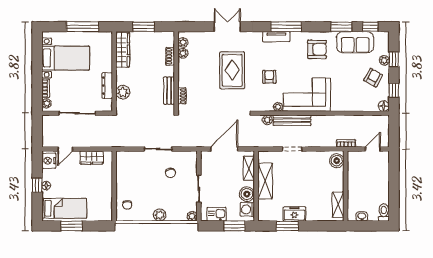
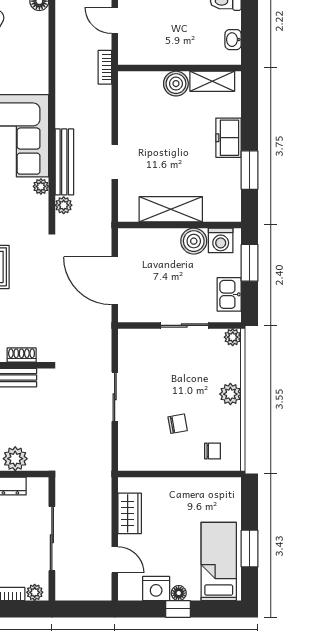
nightstand: (49, 161) -> (156, 588), moved
boiler: (337, 161) -> (176, 84), moved
shelving: (249, 168) -> (148, 238), removed
chair: (170, 173) -> (178, 424), moved
freezer: (294, 214) -> (228, 138), moved

